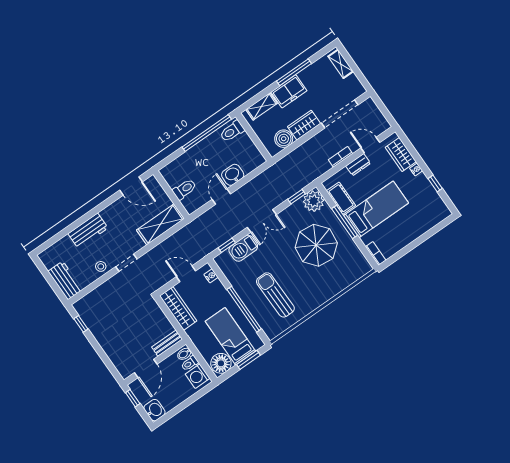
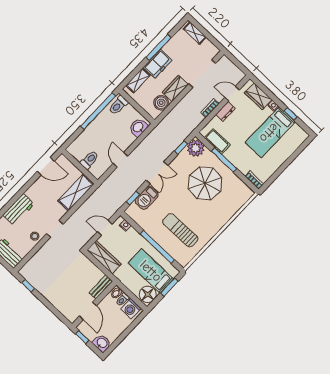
washbasin: (233, 175) -> (138, 127), moved
bed: (376, 209) -> (270, 132), moved, turned 180

